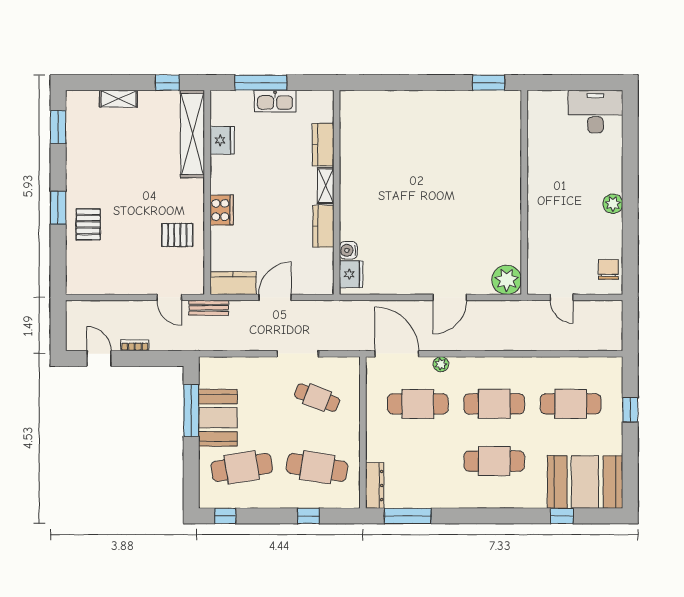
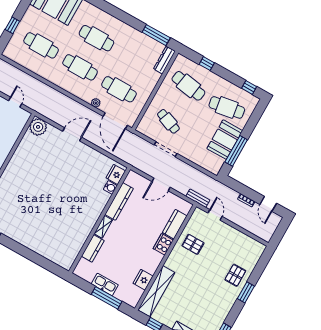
kitchen counter: (323, 226) -> (119, 201), width x1.50
kitchen counter: (233, 283) -> (175, 224), moved, turned 90

